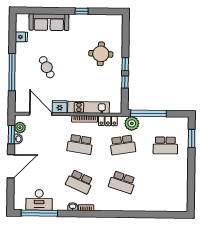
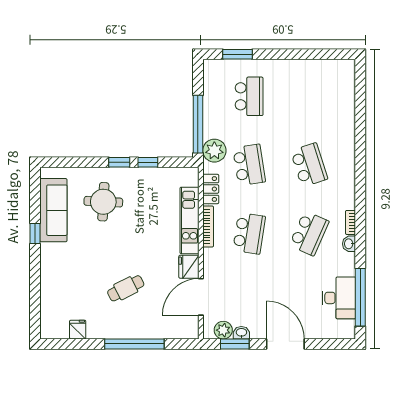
sofa: (49, 22) -> (53, 210), moved
school desk: (122, 182) -> (309, 165), turned -36

